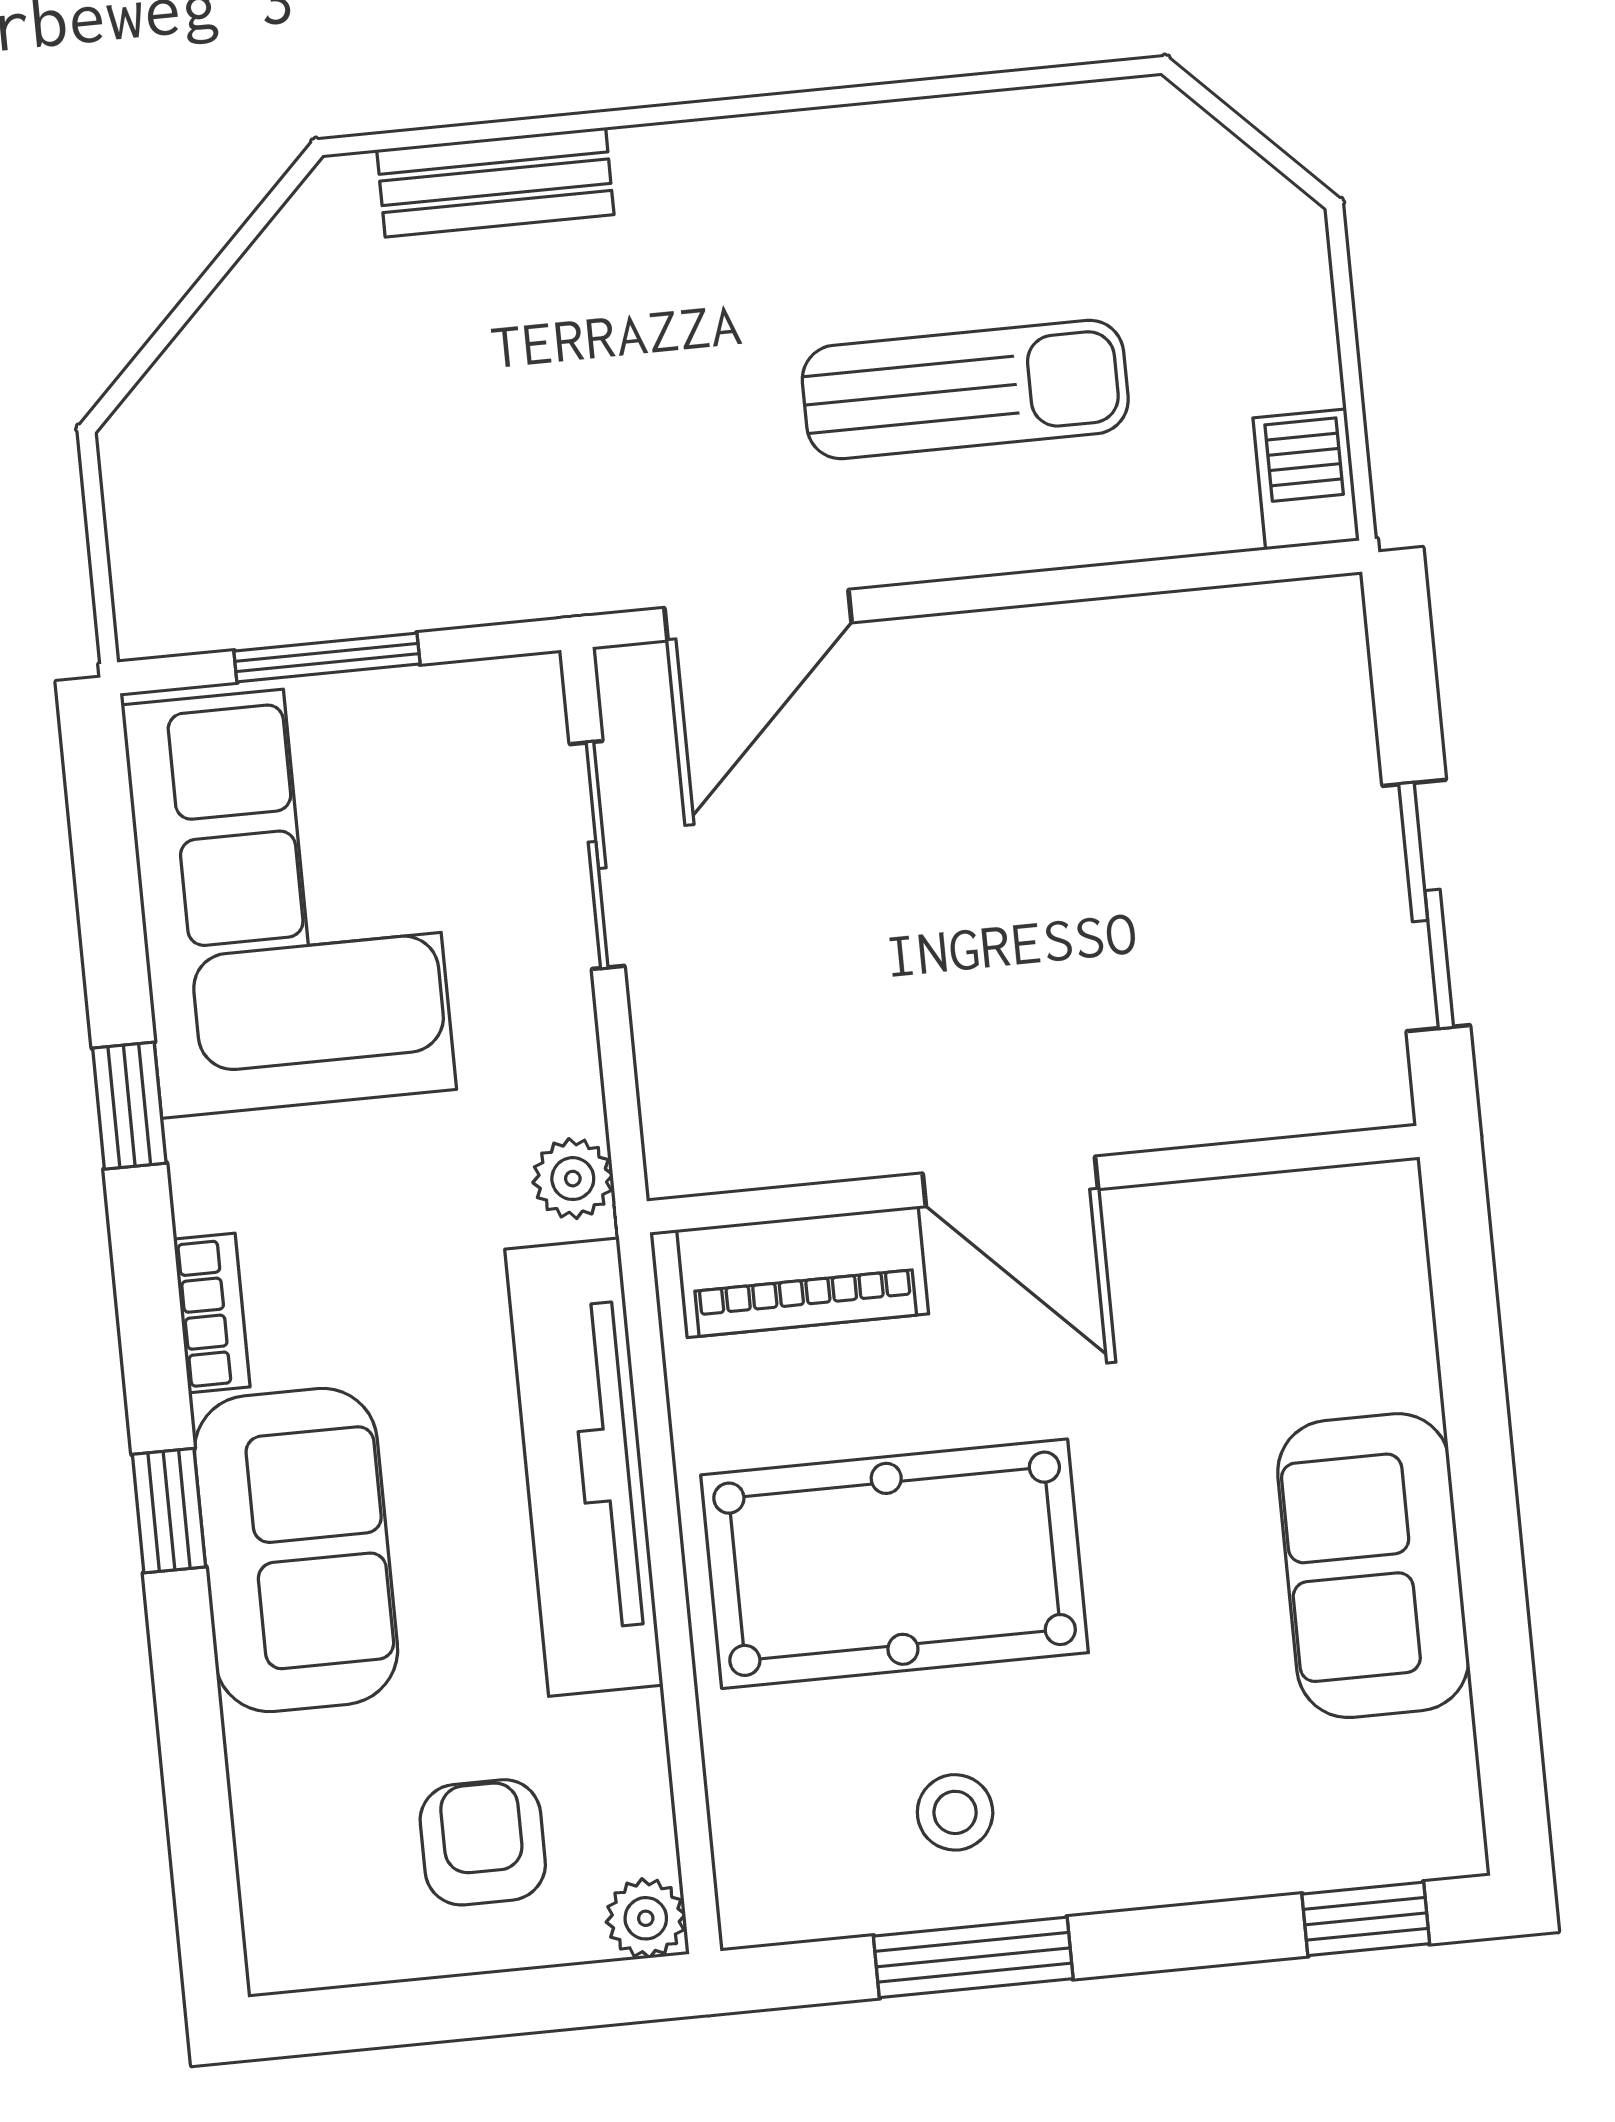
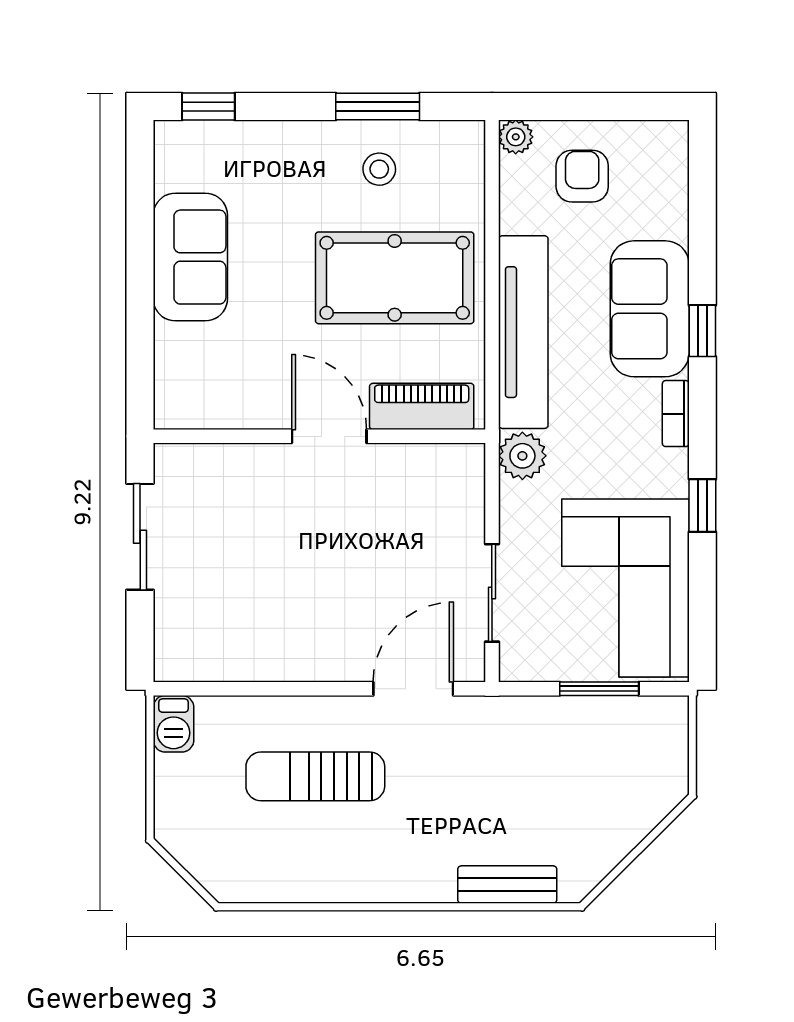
plant: (573, 1179) -> (522, 456), width x1.38, depth x1.38
armchair: (483, 1842) -> (582, 176), turned 180

